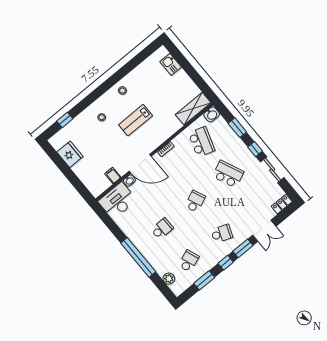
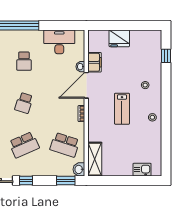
lab bench: (136, 120) -> (122, 109), turned 180
window: (237, 128) -> (66, 181), moved
fridge: (70, 154) -> (119, 38), moved
filing cabinet: (113, 175) -> (95, 62), width x2.00
desk: (117, 201) -> (59, 42), moved, turned -90
school desk: (195, 201) -> (24, 103), turned 42

